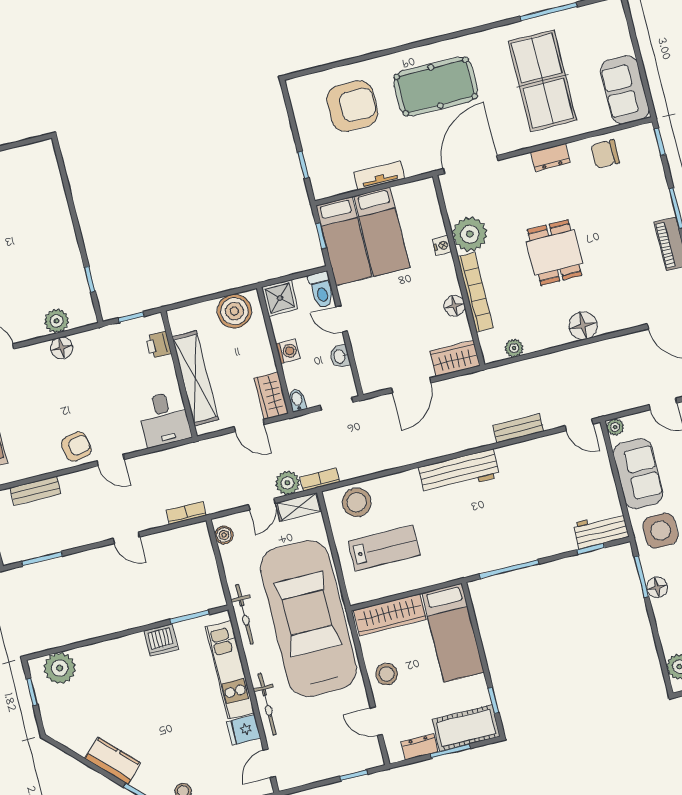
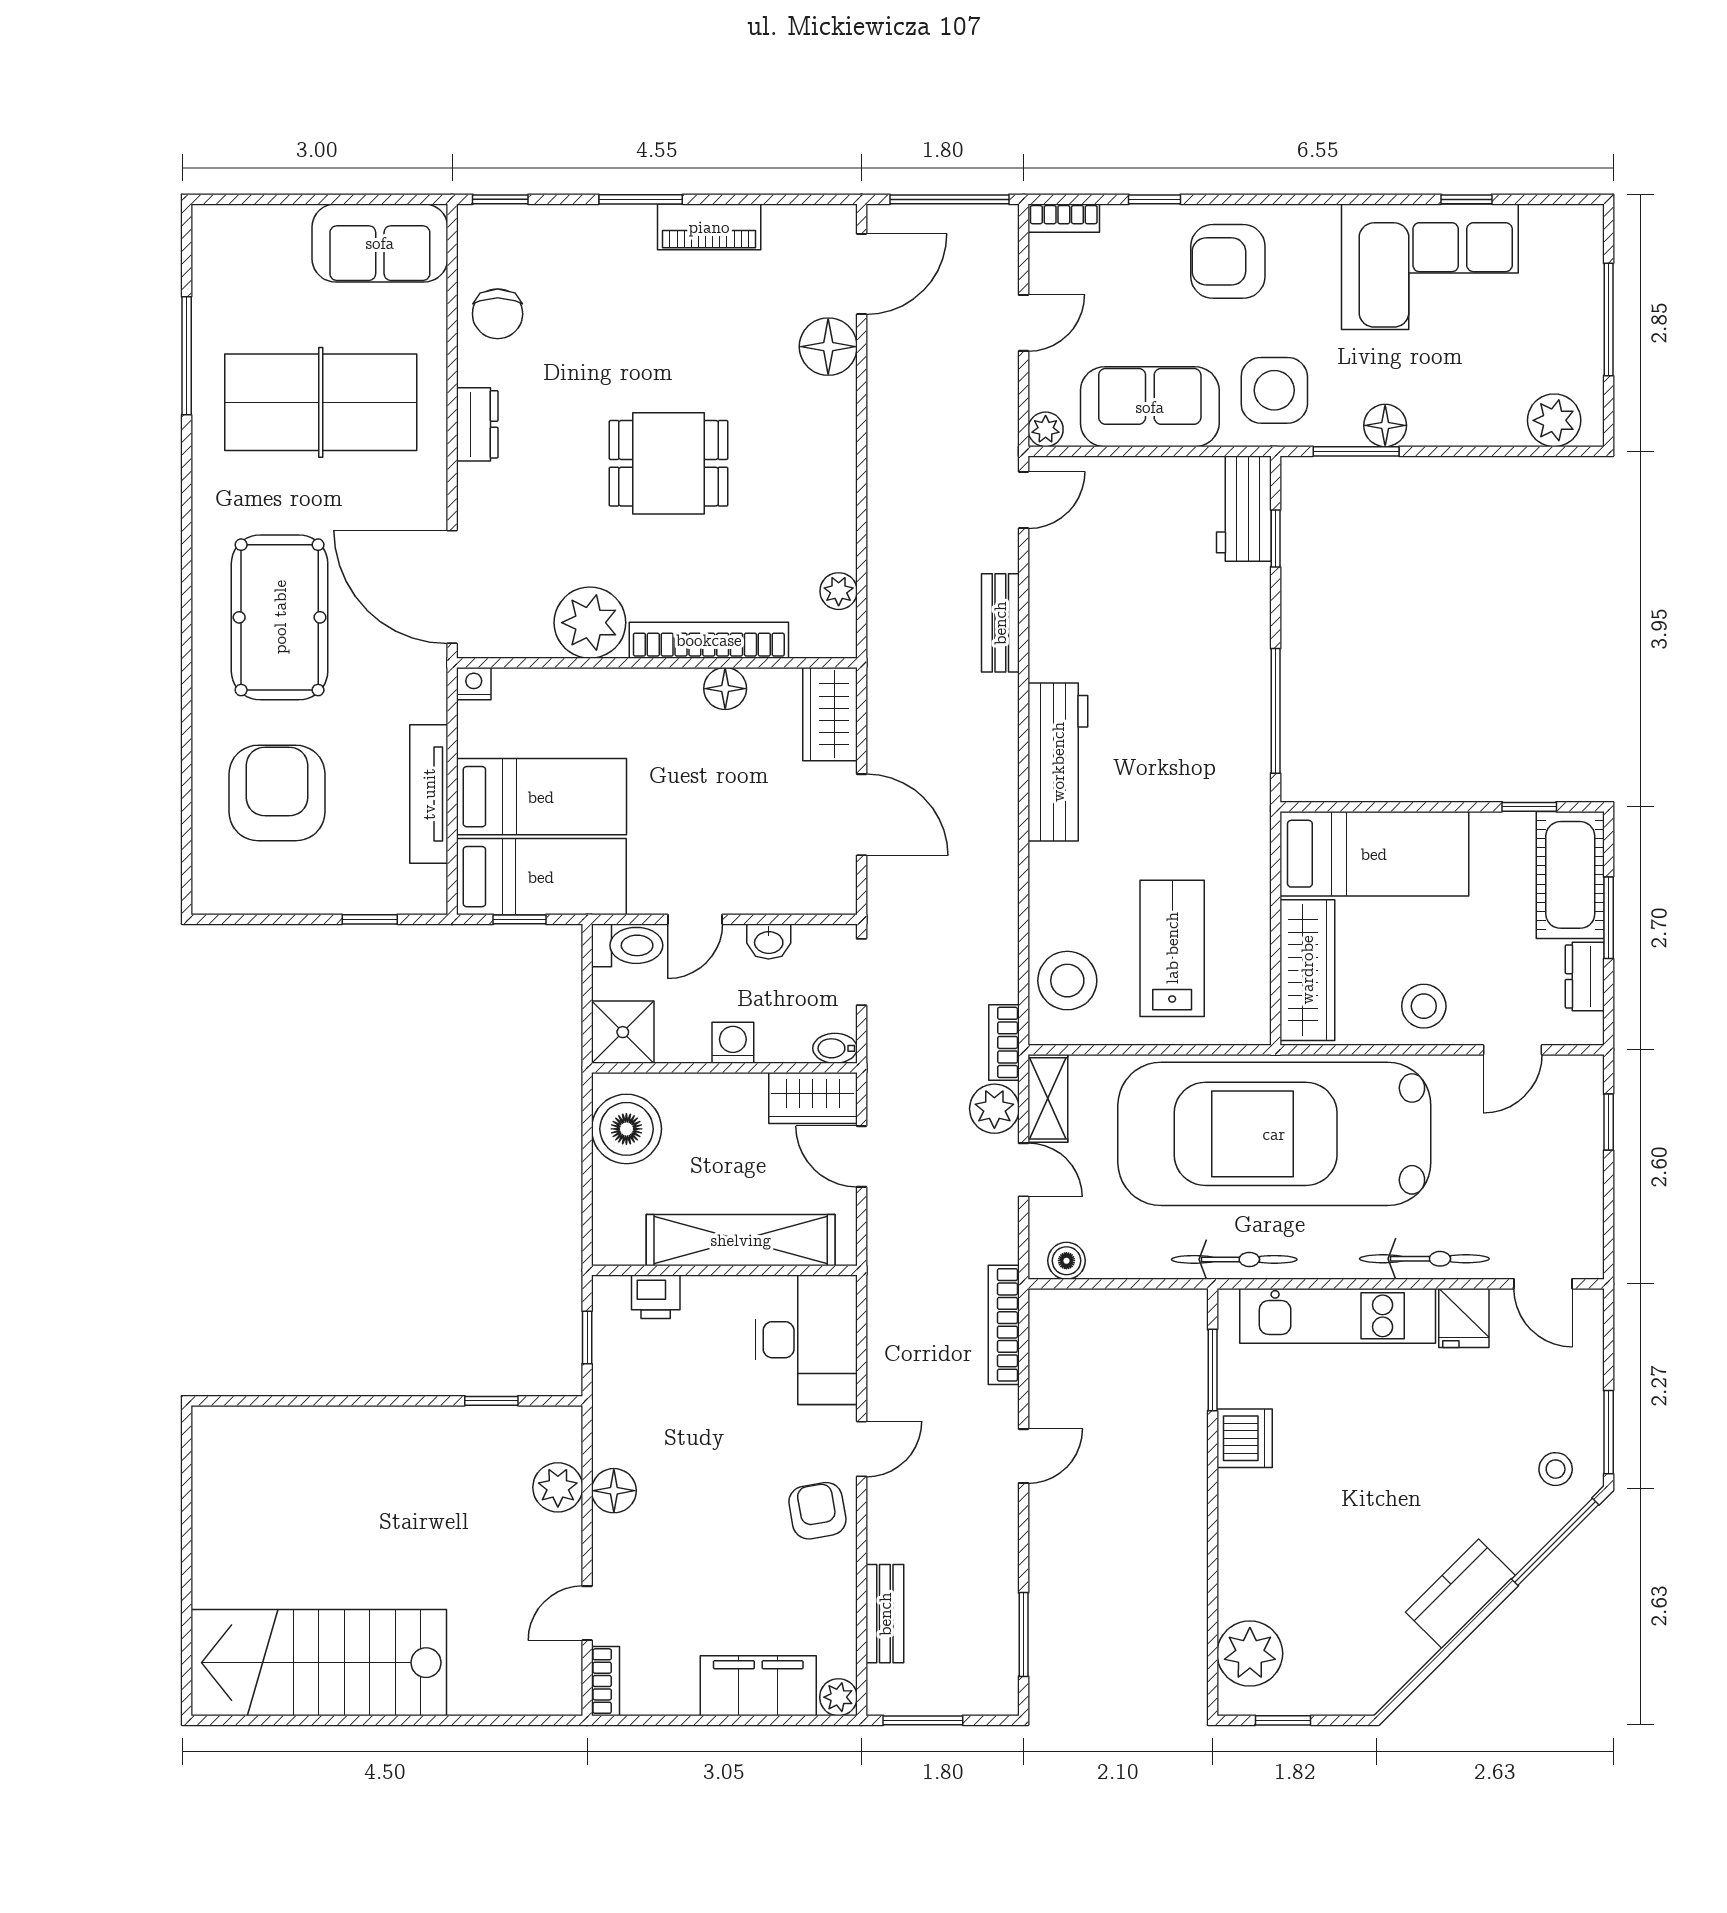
tv unit: (379, 176) -> (429, 794), width x1.41
nightstand: (442, 246) -> (474, 684), moved
floor lamp: (583, 326) -> (828, 347), moved
desk: (164, 419) -> (806, 1340), width x1.37
door: (249, 426) -> (862, 1156), swing flipped
bookcase: (186, 513) -> (1004, 1325), width x1.56

